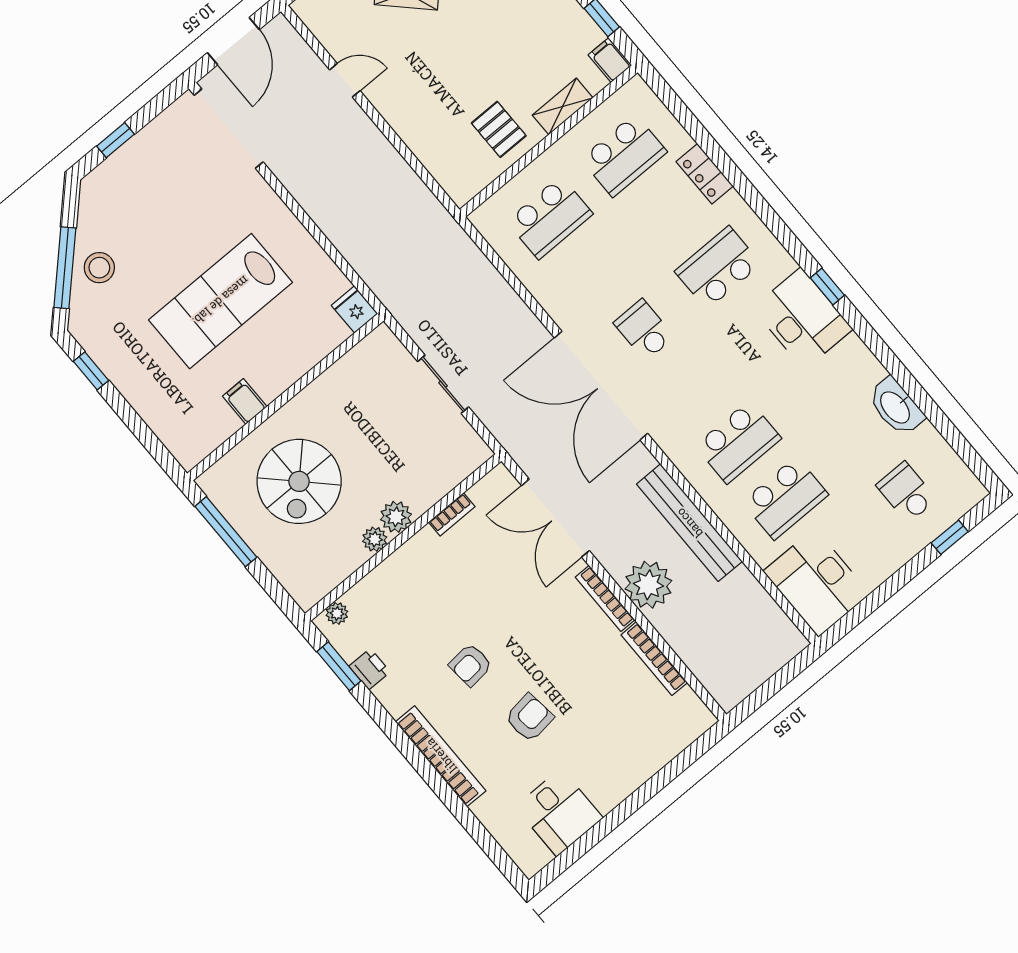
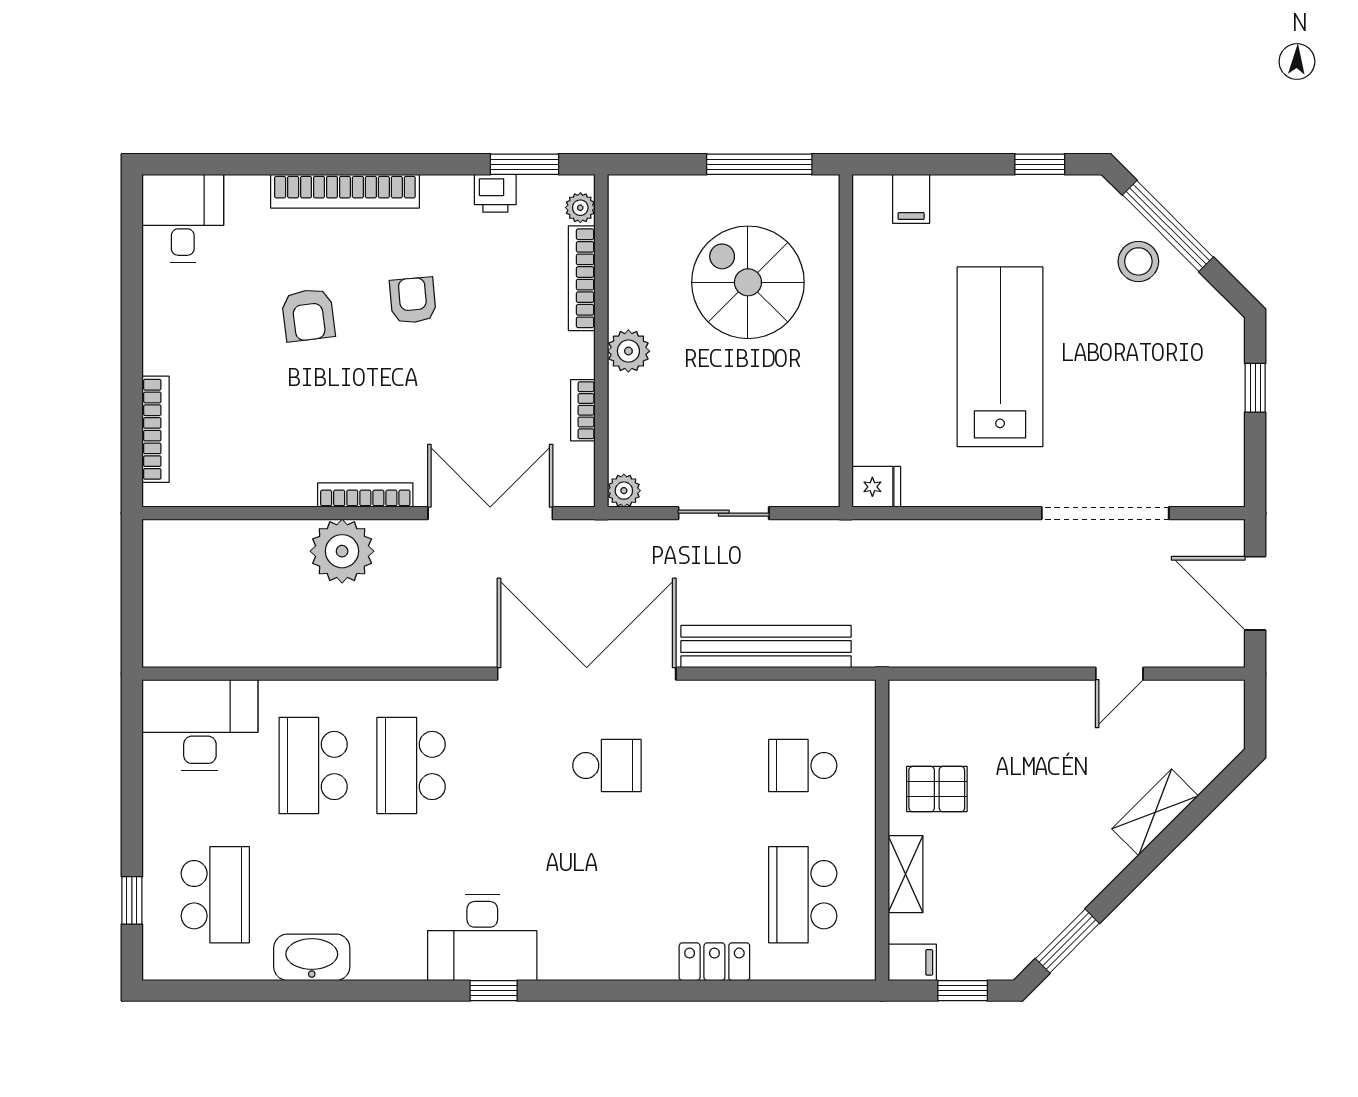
doorway: (229, 129) -> (1105, 513), moved
school desk: (550, 218) -> (803, 765), width x0.54
school desk: (718, 268) -> (607, 895), removed
filing cabinet: (245, 401) -> (911, 199), moved, turned 90
school desk: (906, 492) -> (215, 895), width x1.85
bench: (689, 523) -> (766, 646), moved
plant: (375, 539) -> (624, 491), moved
bookcase: (377, 579) -> (582, 278), added
bookcase: (654, 659) -> (156, 429), moved, turned 90
desk: (559, 812) -> (183, 218), moved, turned 90

